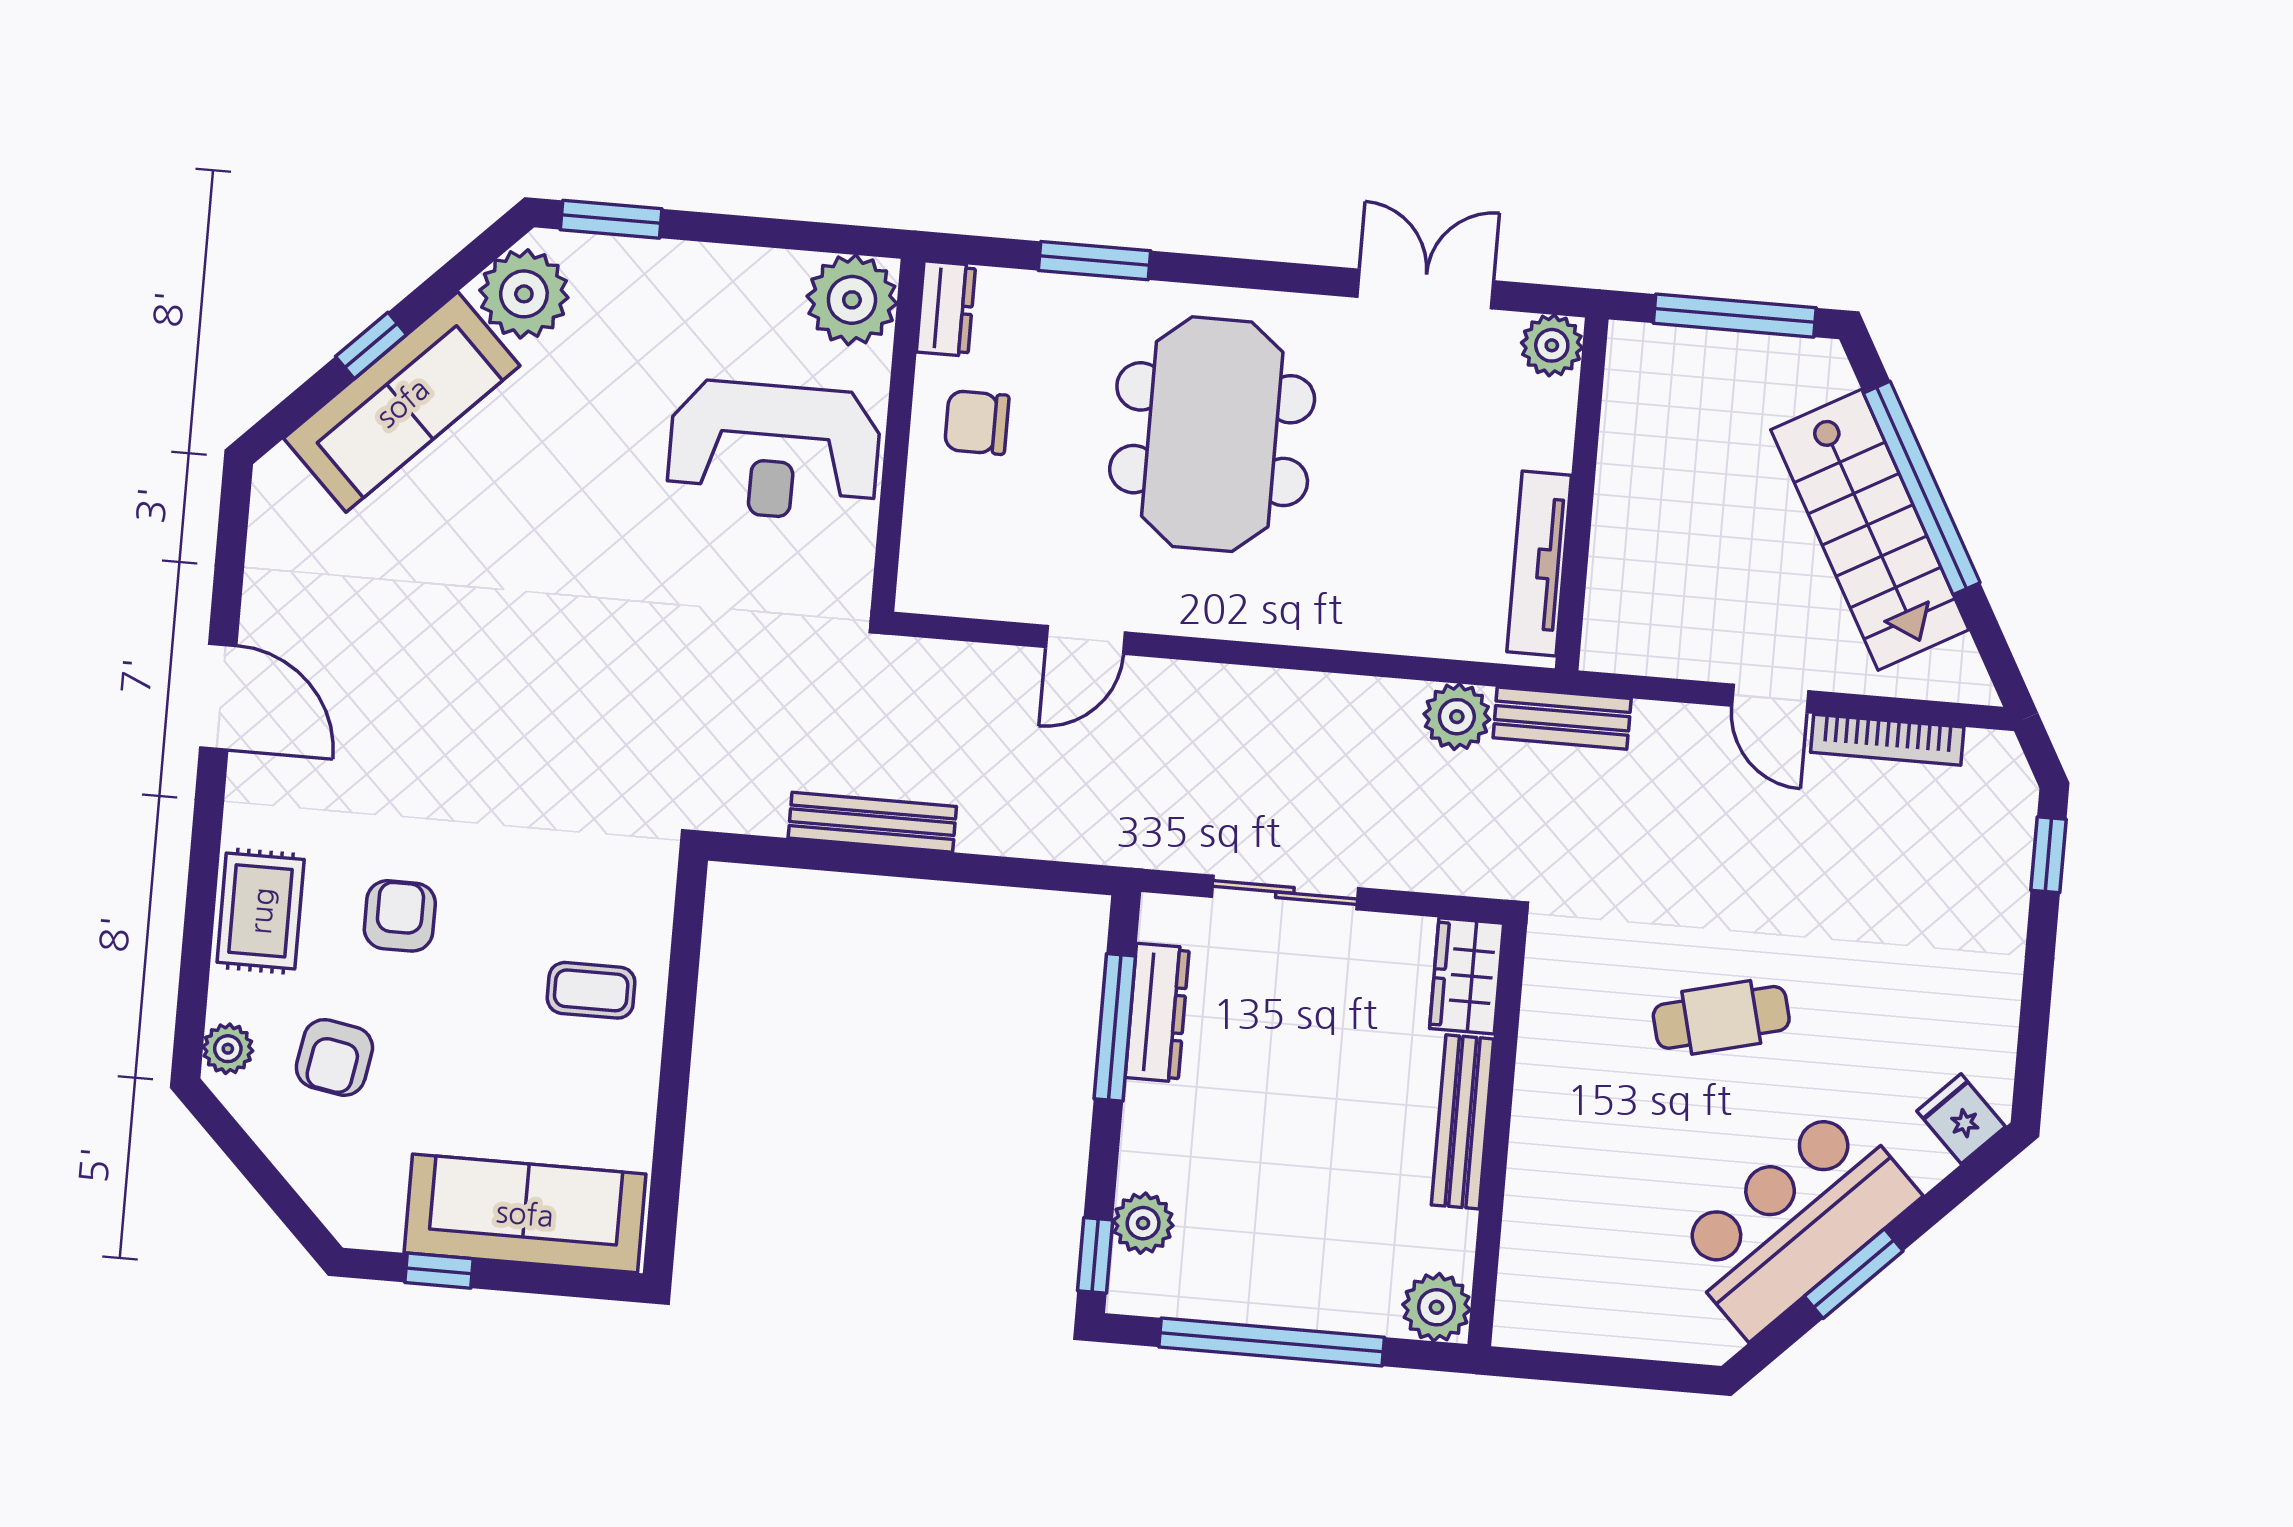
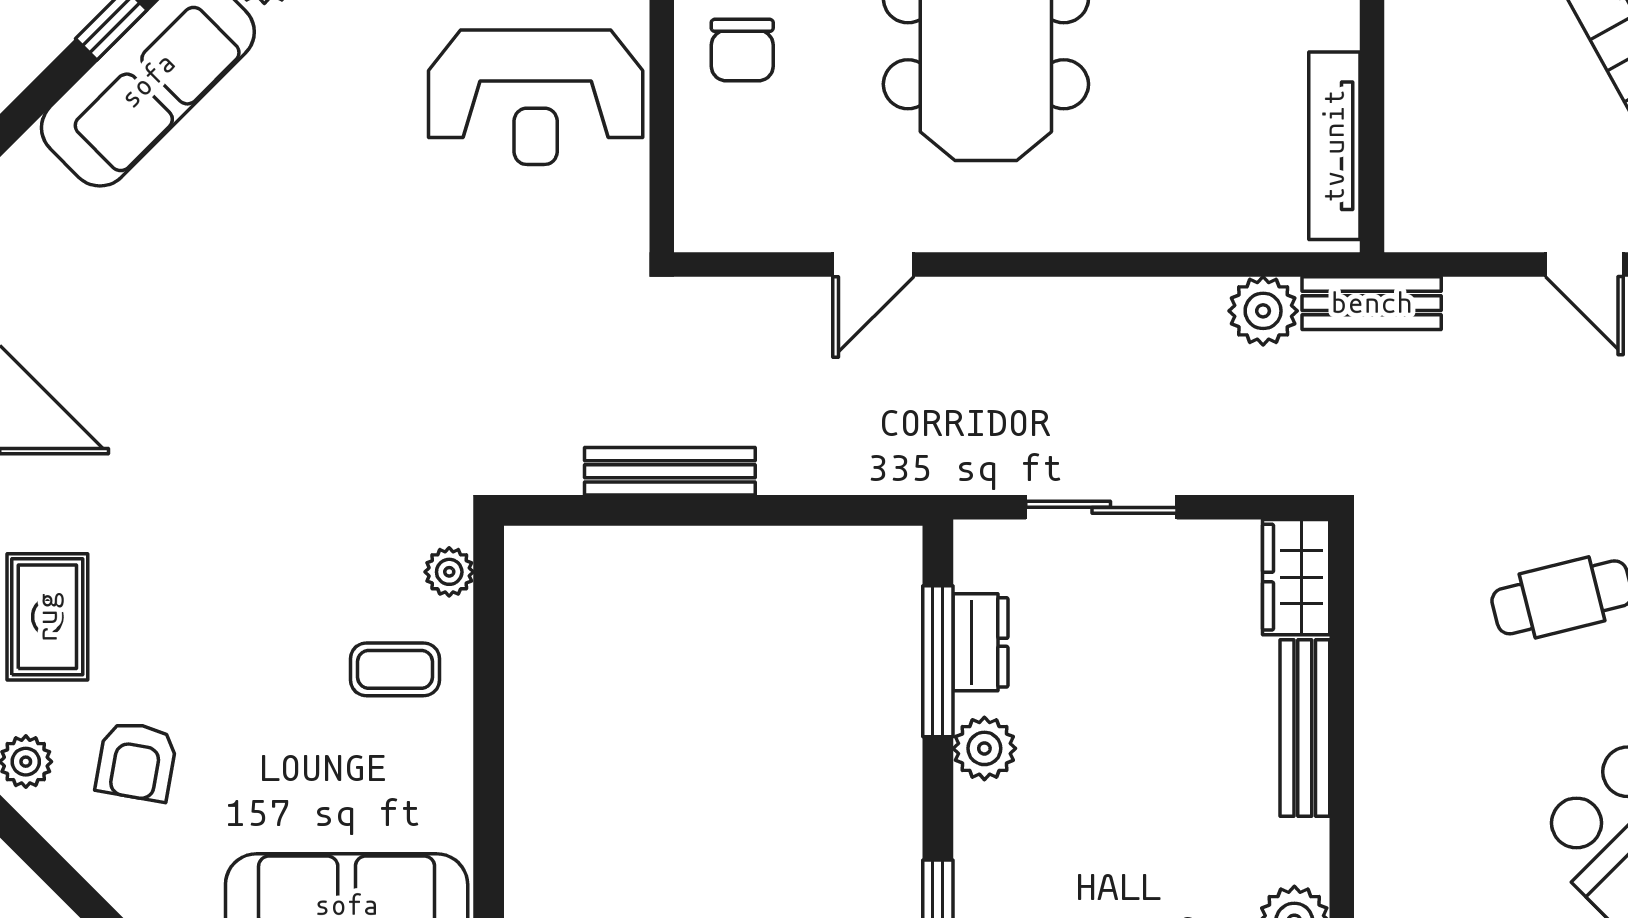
chair: (977, 422) -> (742, 50), turned -90
plant: (651, 901) -> (449, 572), added
armchair: (400, 916) -> (191, 610), removed
dresser: (1157, 1013) -> (980, 642), width x0.70
plant: (1143, 1223) -> (984, 748), moved

